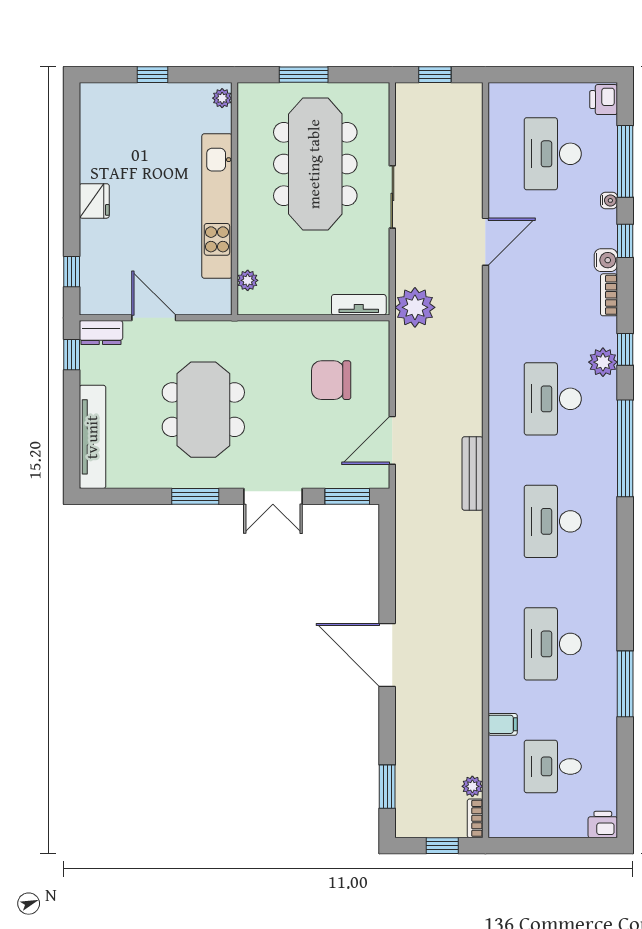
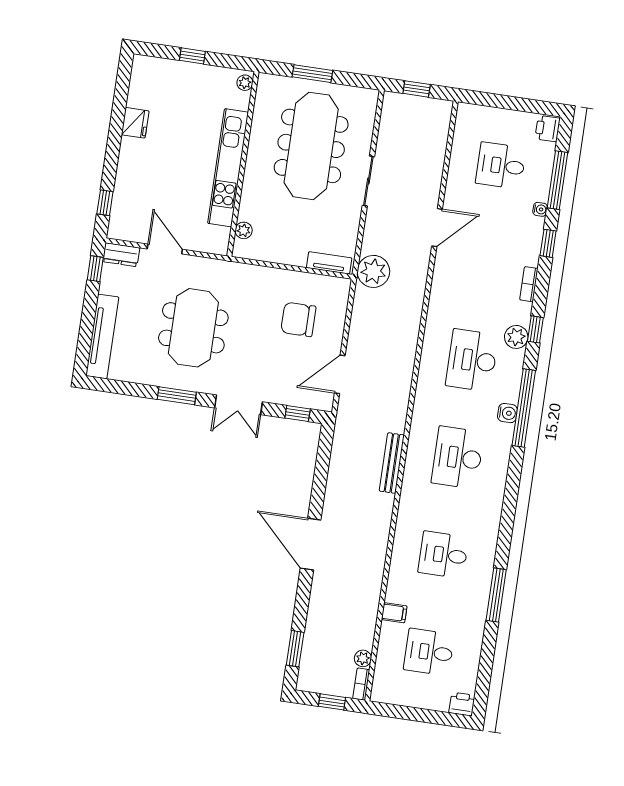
desk: (553, 154) -> (501, 166), width x0.73
fridge: (94, 201) -> (135, 123), moved
water cooler: (606, 260) -> (507, 413), moved
bench: (473, 474) -> (392, 463), moved
window: (347, 496) -> (298, 414), width x0.67
desk: (553, 644) -> (443, 555), width x0.73

